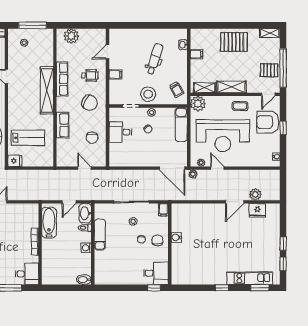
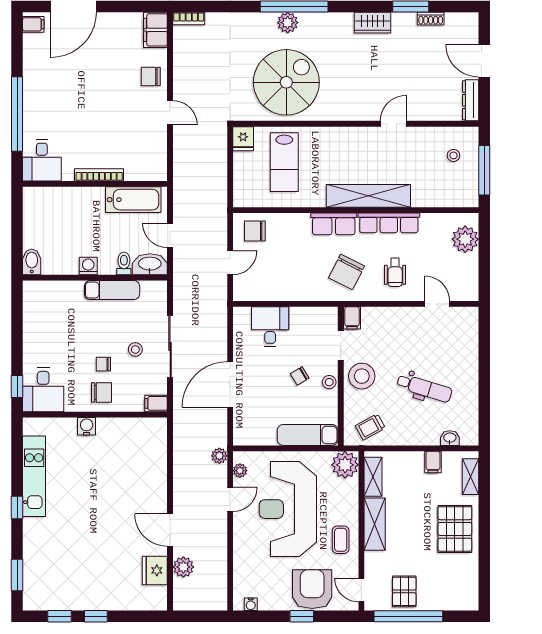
shelving: (270, 33) -> (471, 477), moved
filing cabinet: (115, 74) -> (352, 318), moved
row of seats: (63, 125) -> (334, 224), moved
desk: (120, 132) -> (270, 327), moved
chair: (92, 138) -> (255, 231), moved
door: (172, 168) -> (230, 384), moved
water cooler: (176, 237) -> (87, 426), moved
kitchen unit: (250, 278) -> (34, 476), moved

